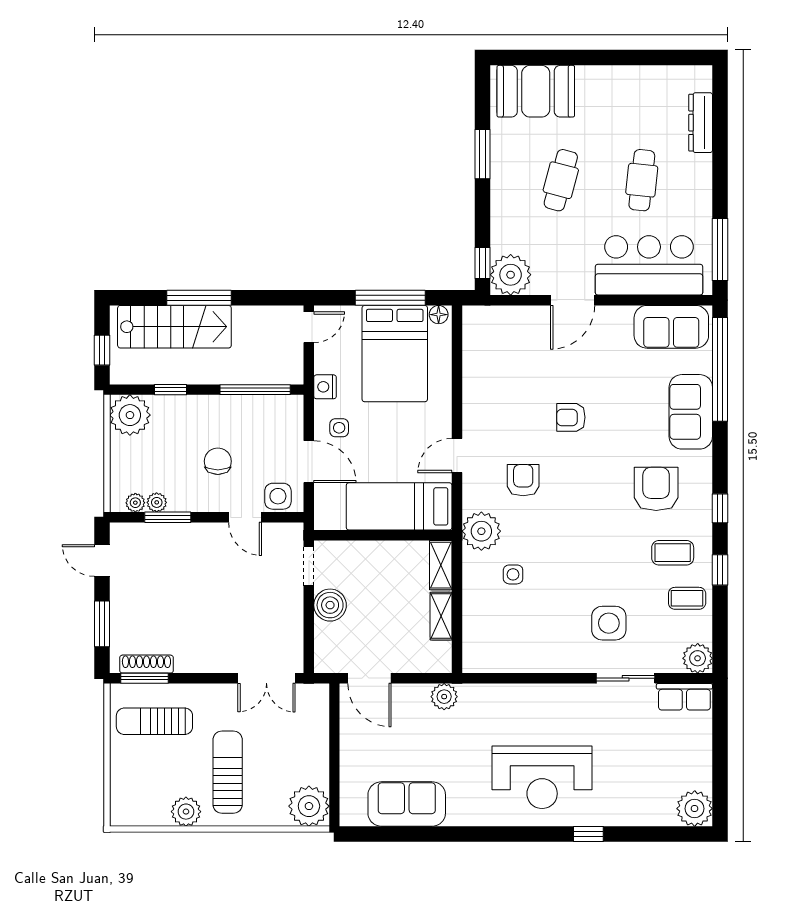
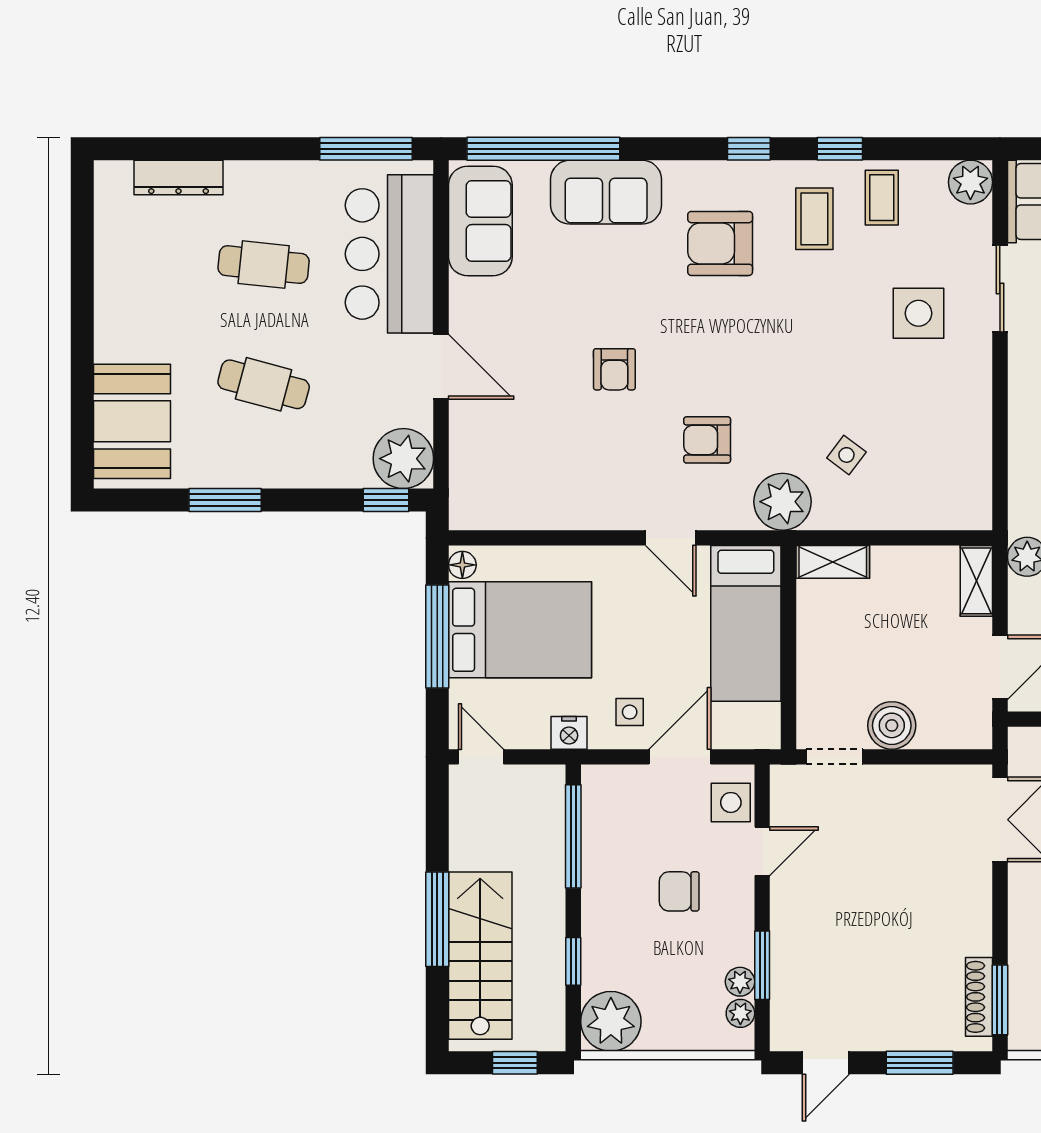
side table: (513, 574) -> (846, 455), turned 37
shelving: (441, 616) -> (976, 581), moved, turned 90

